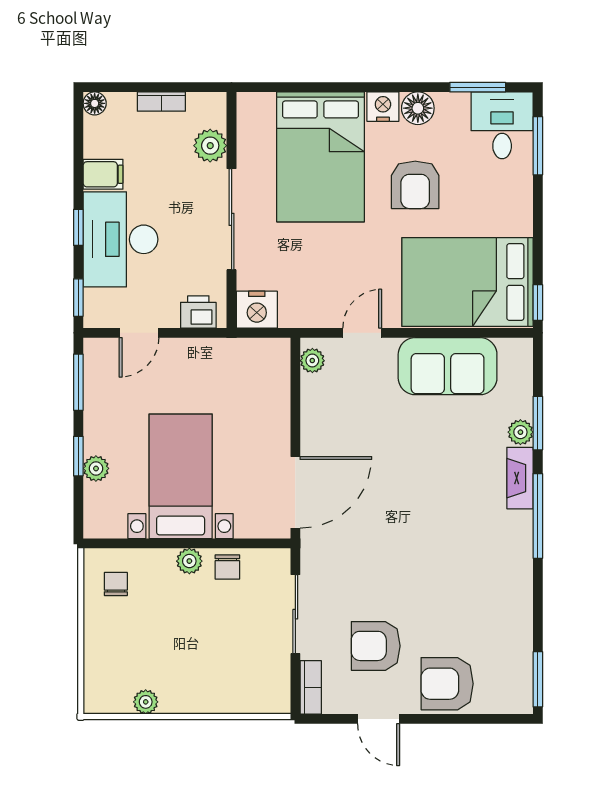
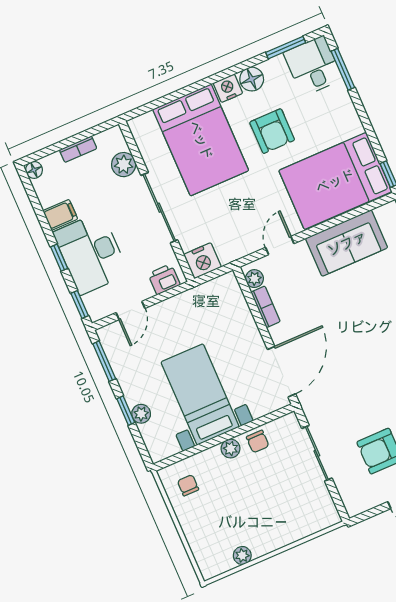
bookcase: (311, 687) -> (265, 307), moved

